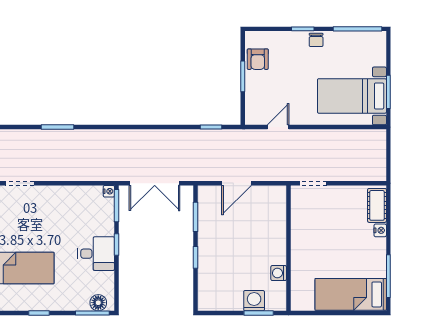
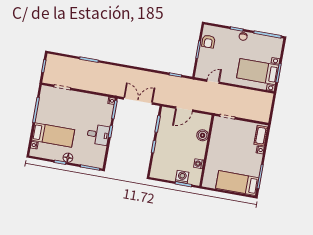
double door: (155, 183) -> (138, 101), swing flipped
boiler: (276, 223) -> (203, 135), added
floor lamp: (98, 303) -> (68, 158), moved

